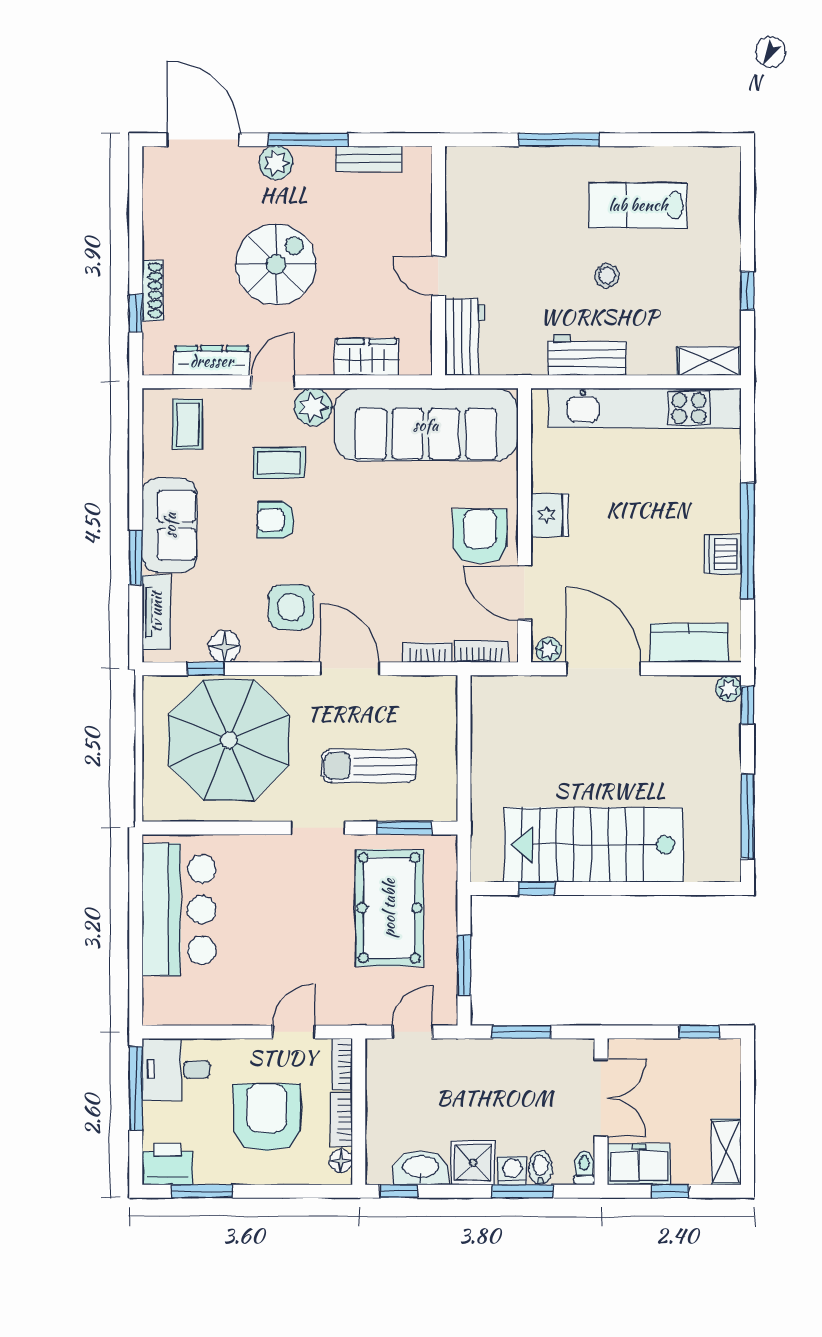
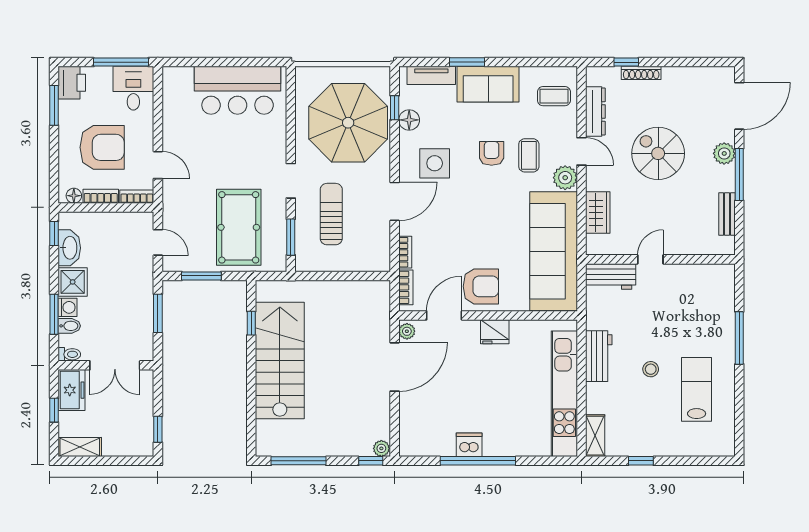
spiral stairs: (276, 264) -> (658, 153), turned 180
kitchen counter: (689, 643) -> (411, 423), removed
pool table: (389, 908) -> (239, 227), turned 90

